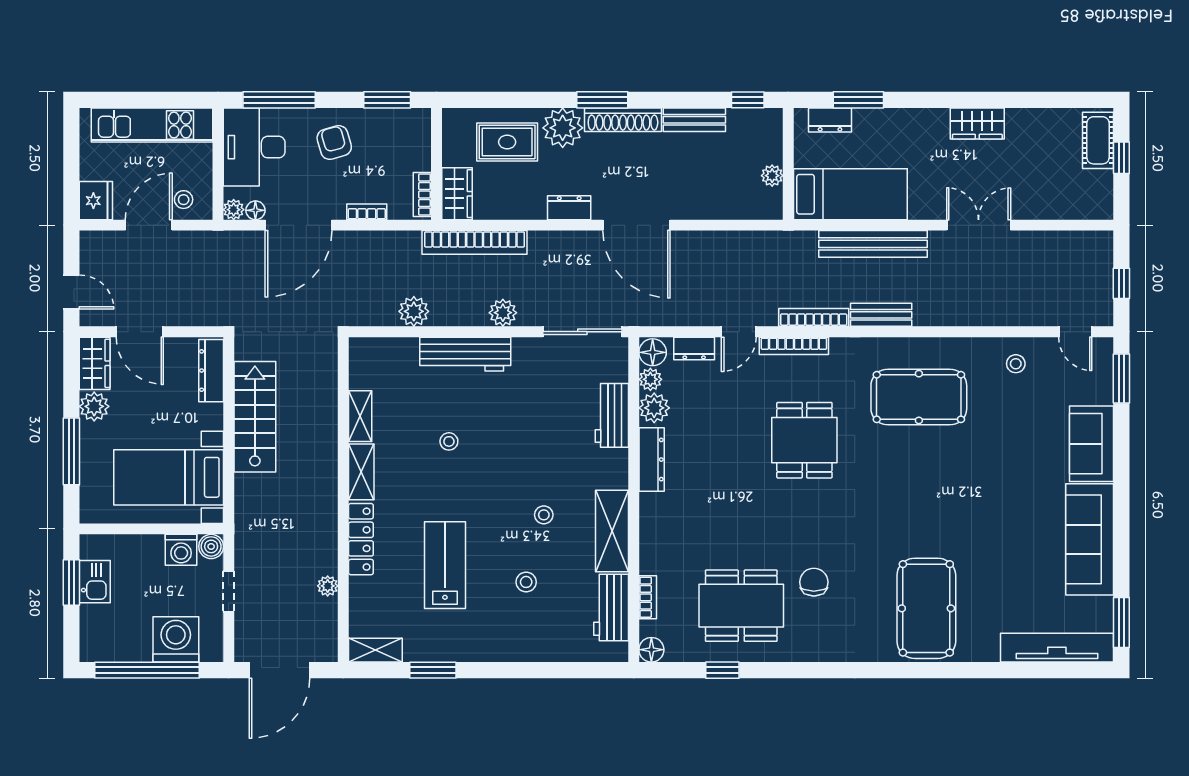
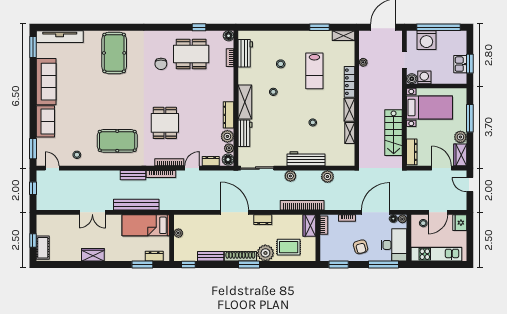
shelving: (612, 531) -> (245, 102), moved

